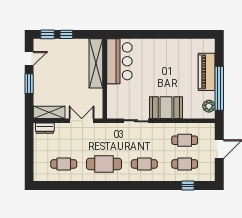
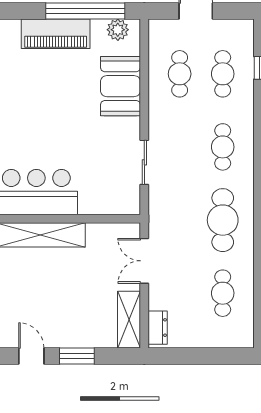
booth: (166, 108) -> (120, 86), moved

